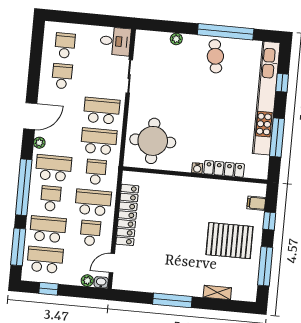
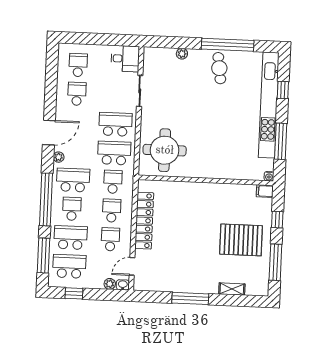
water cooler: (197, 168) -> (269, 176), moved
locker: (224, 169) -> (233, 173), removed
school desk: (93, 203) -> (112, 211), width x0.54
filing cabinet: (256, 203) -> (265, 191), moved

